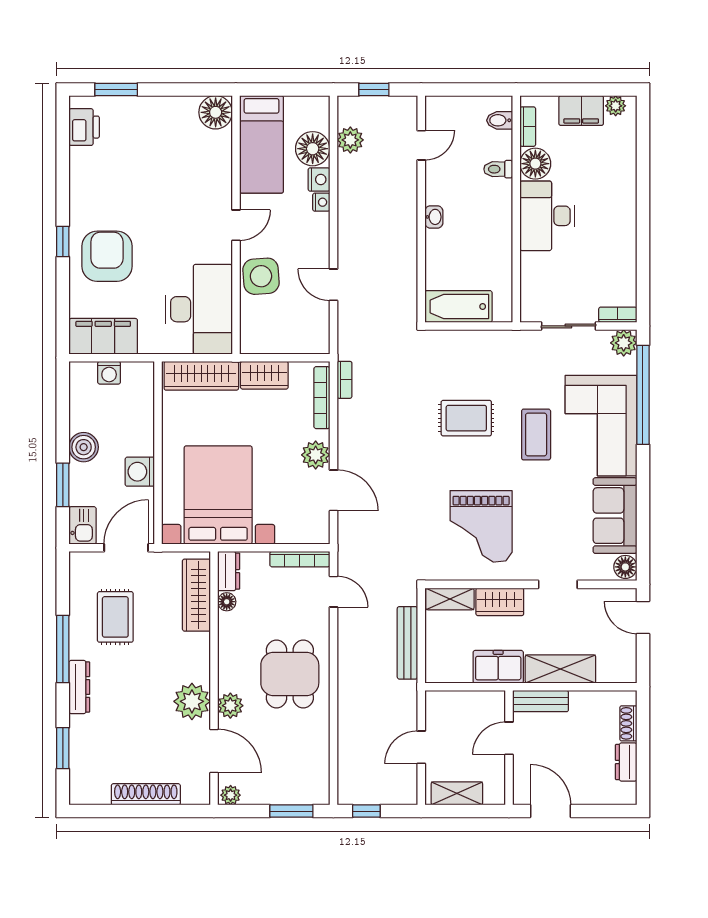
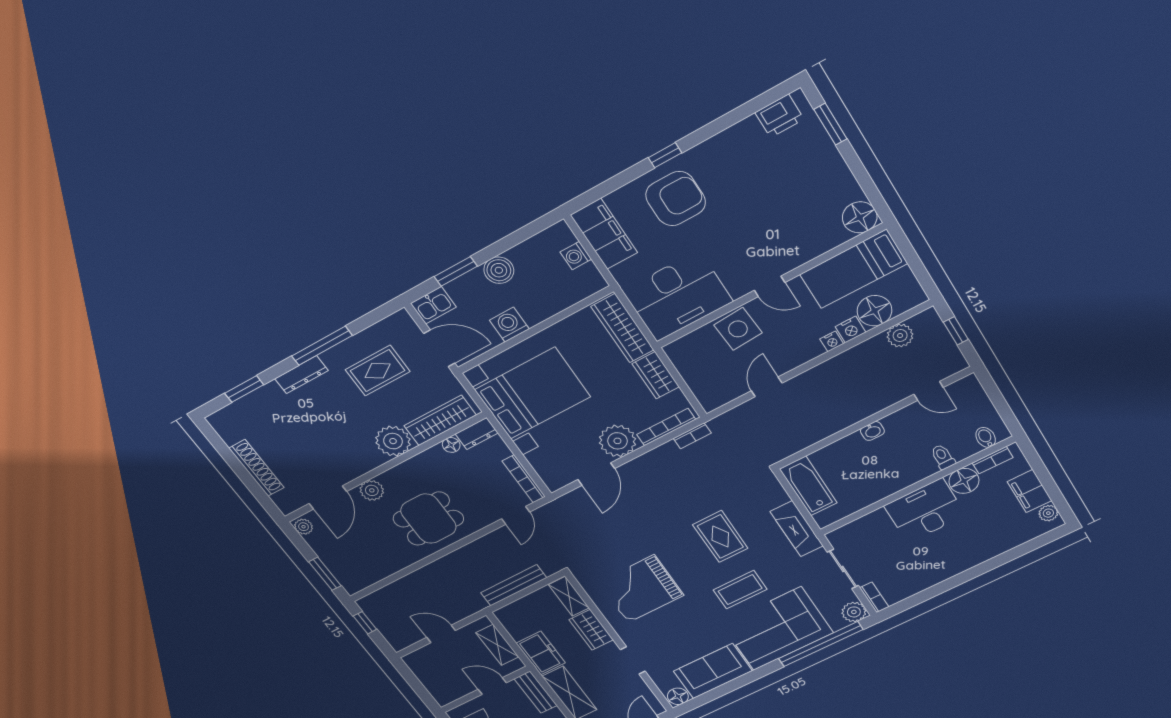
fireplace: (499, 343) -> (797, 529), added
plant: (316, 455) -> (617, 441), width x1.36, depth x1.36
plant: (192, 701) -> (393, 441), moved
shelving: (457, 793) -> (497, 645), moved

